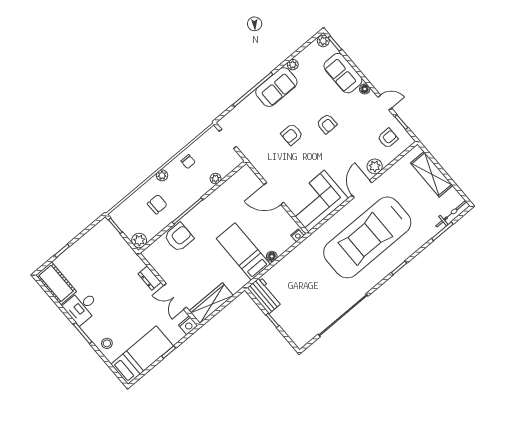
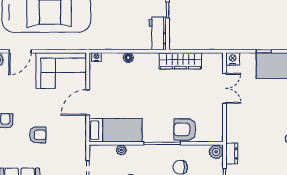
door: (274, 194) -> (88, 103), swing flipped
bed: (243, 251) -> (115, 130), moved, turned -90
dresser: (150, 278) -> (232, 154), moved
wardrobe: (211, 303) -> (180, 61), moved

